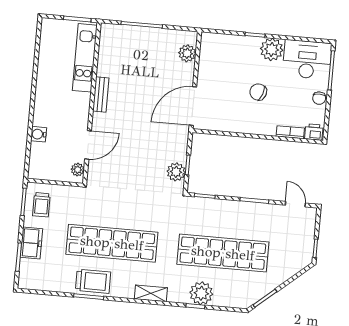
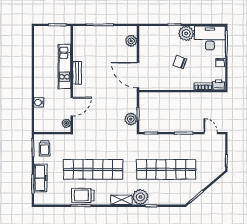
kitchen unit: (85, 58) -> (64, 67), moved
door: (193, 106) -> (138, 75), hinge flipped
freezer: (31, 243) -> (40, 178), width x1.40
trolley: (93, 281) -> (83, 195), turned 180
plant: (201, 293) -> (140, 197), moved

